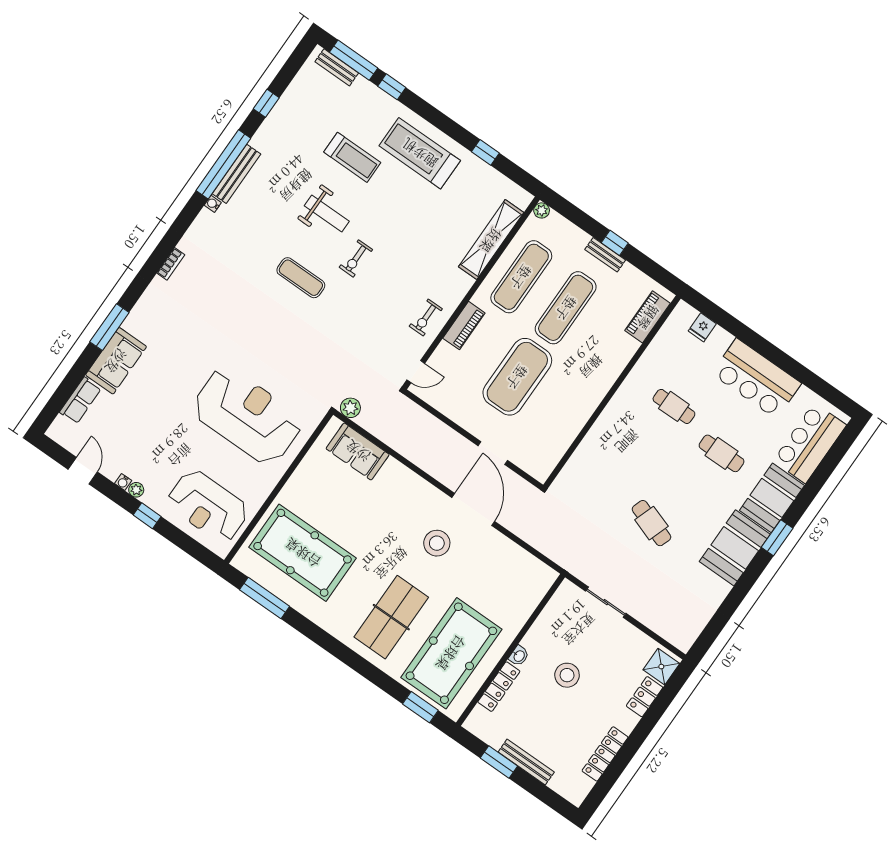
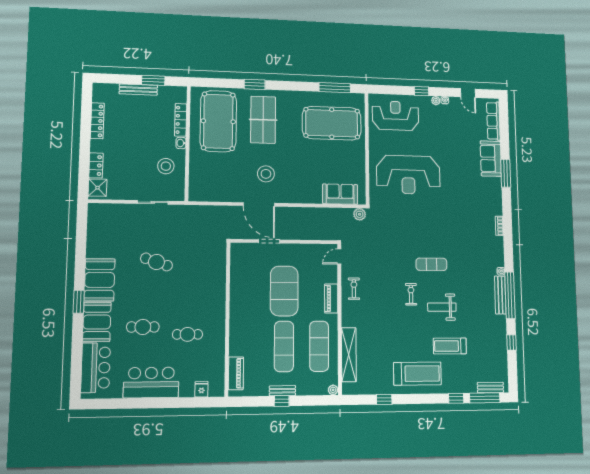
row of seats: (80, 400) -> (493, 121), width x1.48
stool: (567, 675) -> (166, 166), moved
window: (420, 707) -> (255, 84), moved

